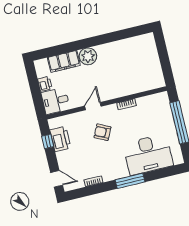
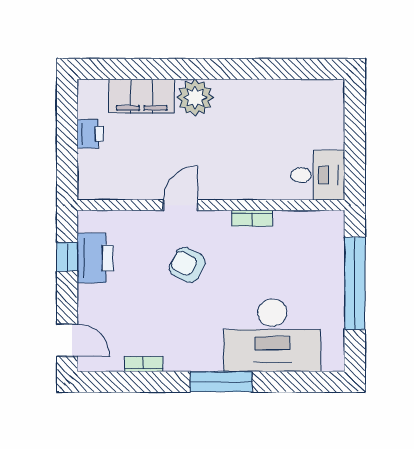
desk: (56, 101) -> (318, 175), moved, turned 180

